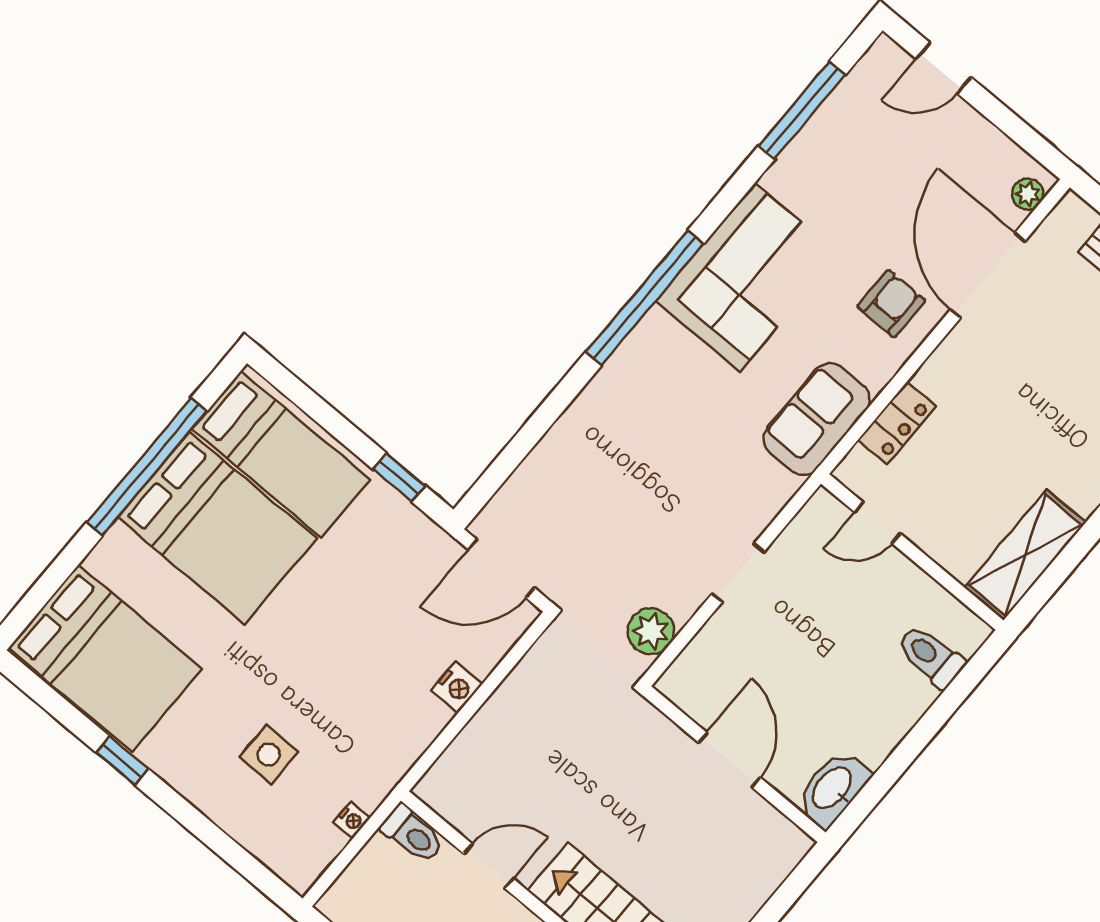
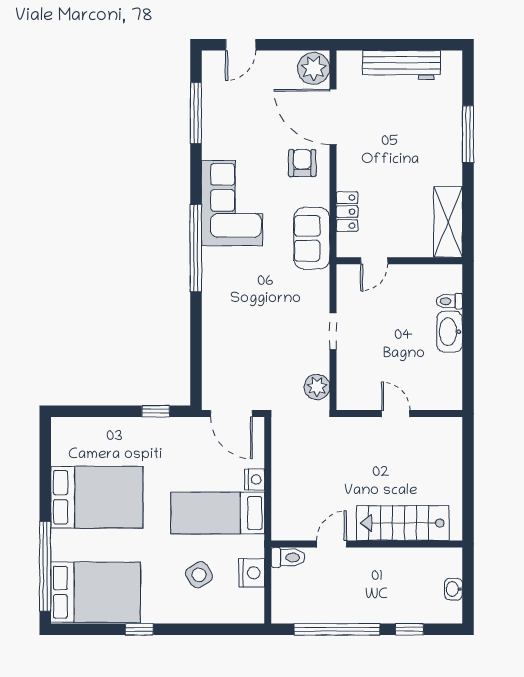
plant: (1028, 194) -> (314, 68), width x1.87, depth x1.87
bed: (281, 454) -> (218, 513), moved, turned 180
window: (147, 467) -> (45, 566), moved
door: (501, 569) -> (231, 414), hinge flipped
toilet: (931, 656) -> (449, 301), width x0.73, depth x0.72
side table: (269, 755) -> (199, 575), turned -31
door: (729, 760) -> (396, 414), width x0.73
washbasin: (833, 789) -> (450, 332), moved
nightstand: (352, 820) -> (252, 573), width x1.89, depth x1.79

